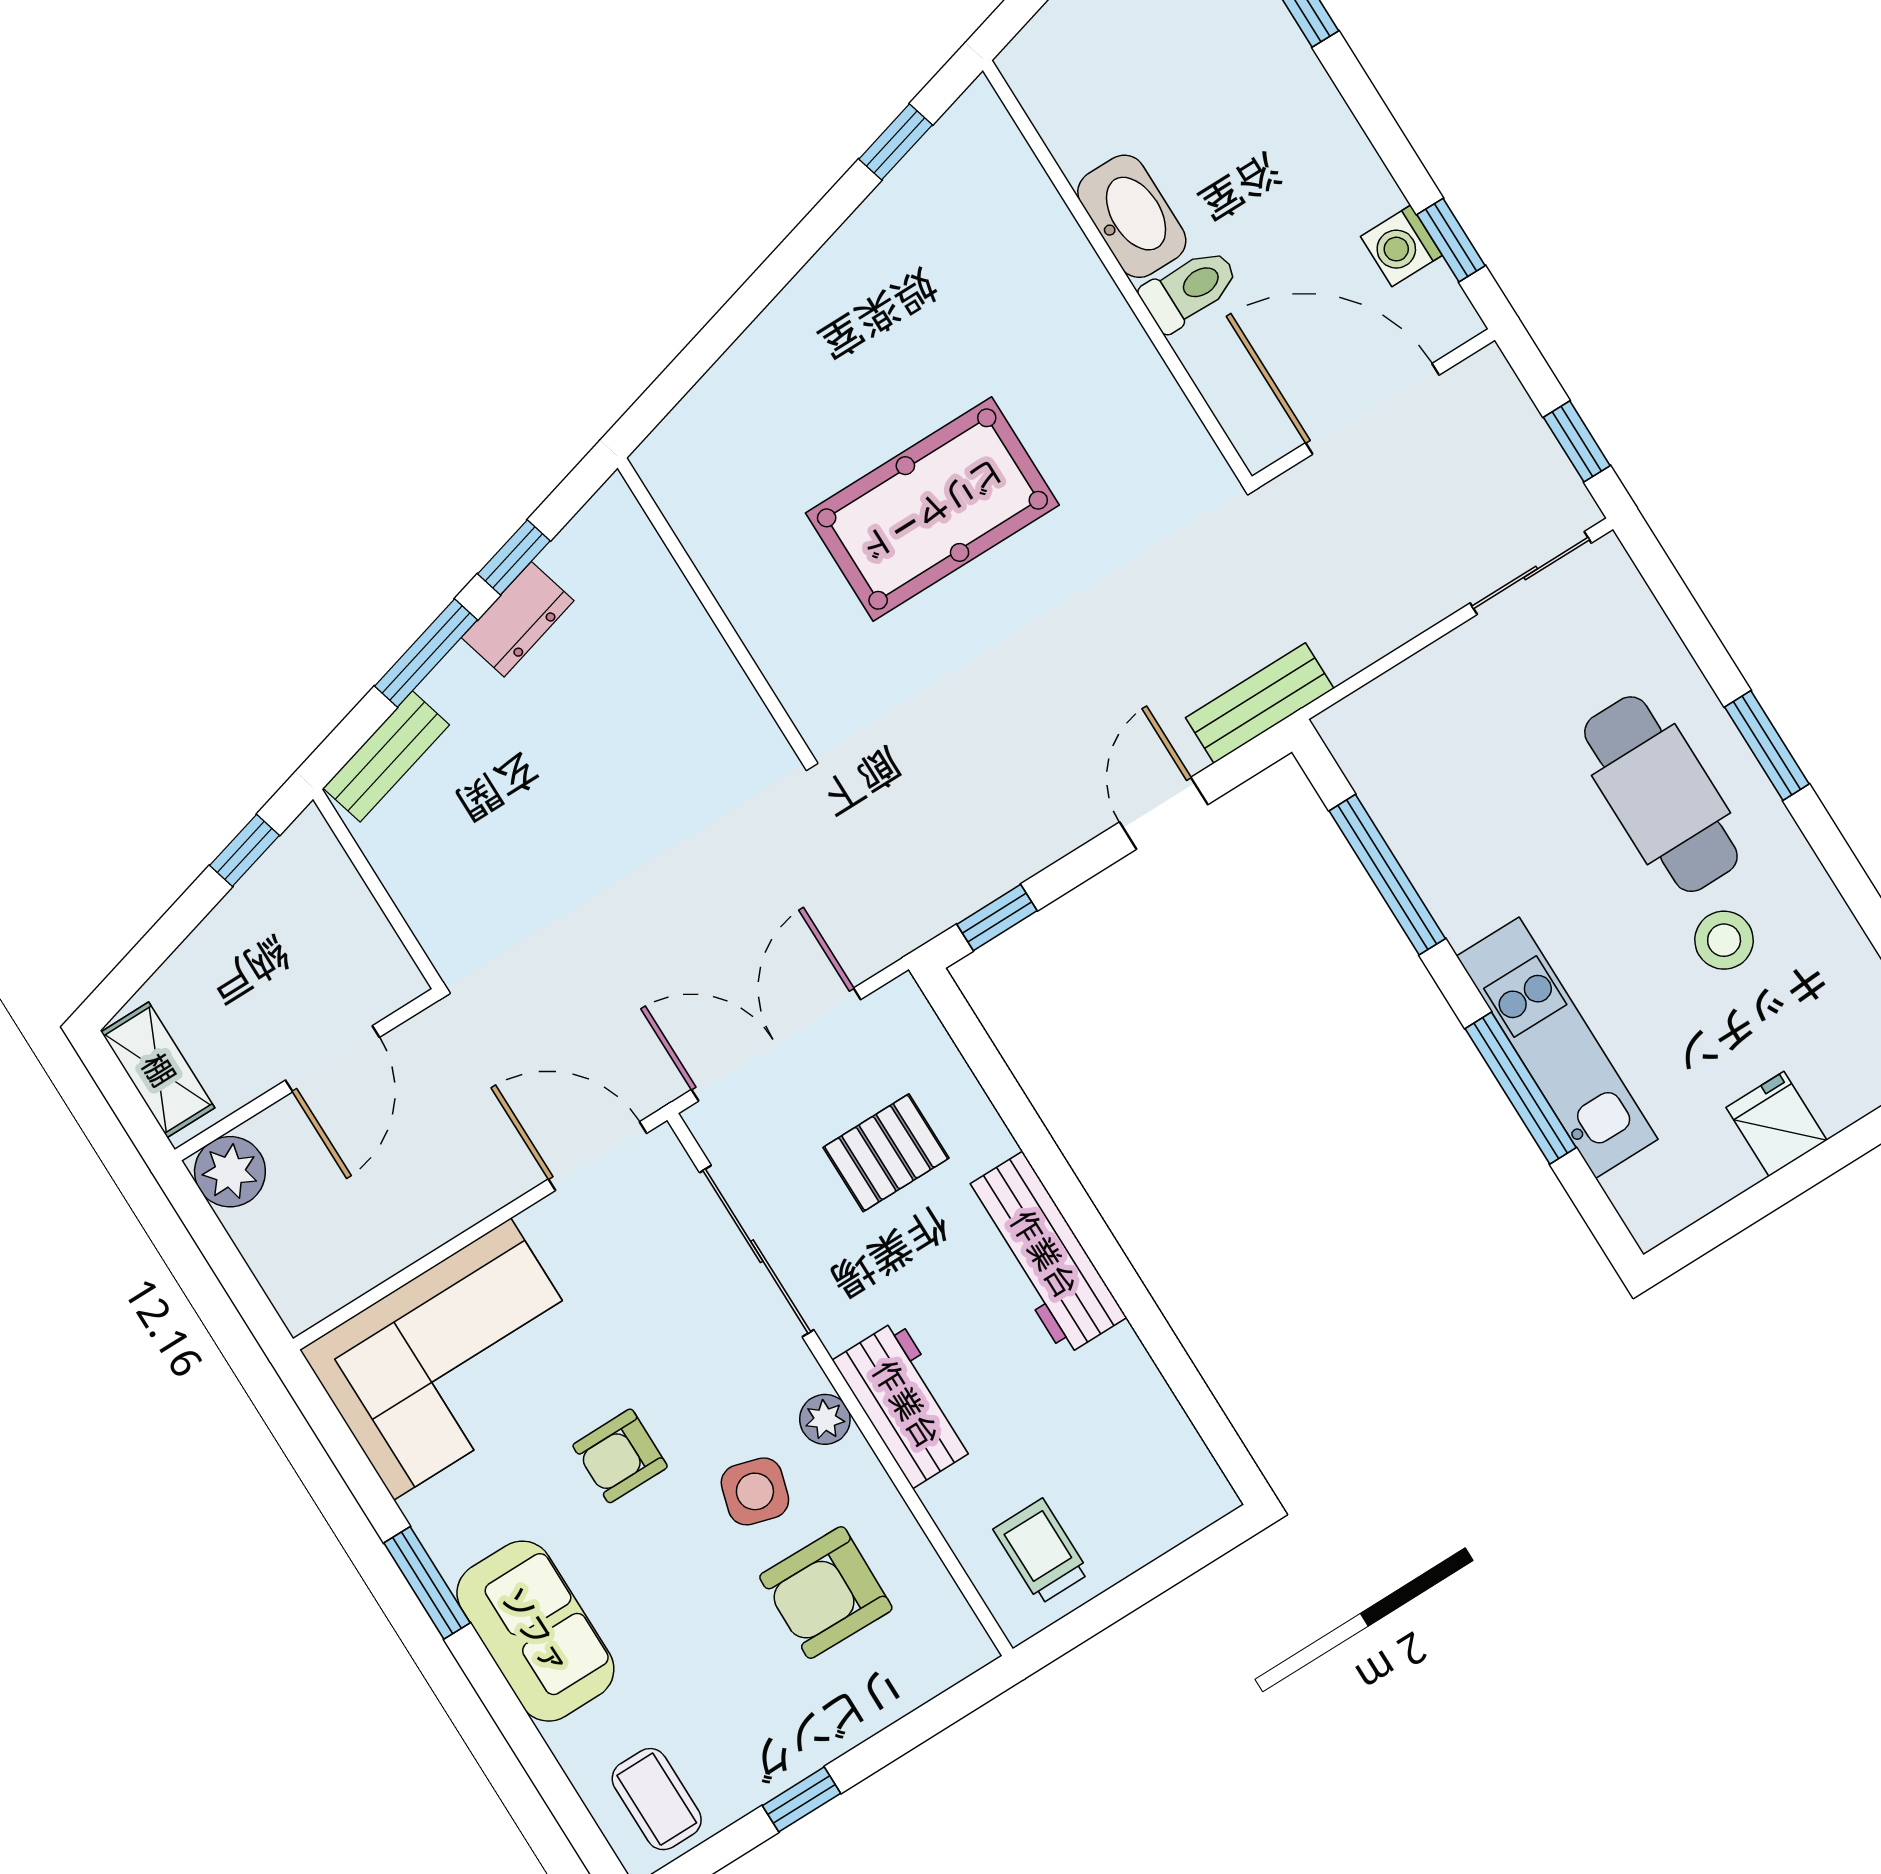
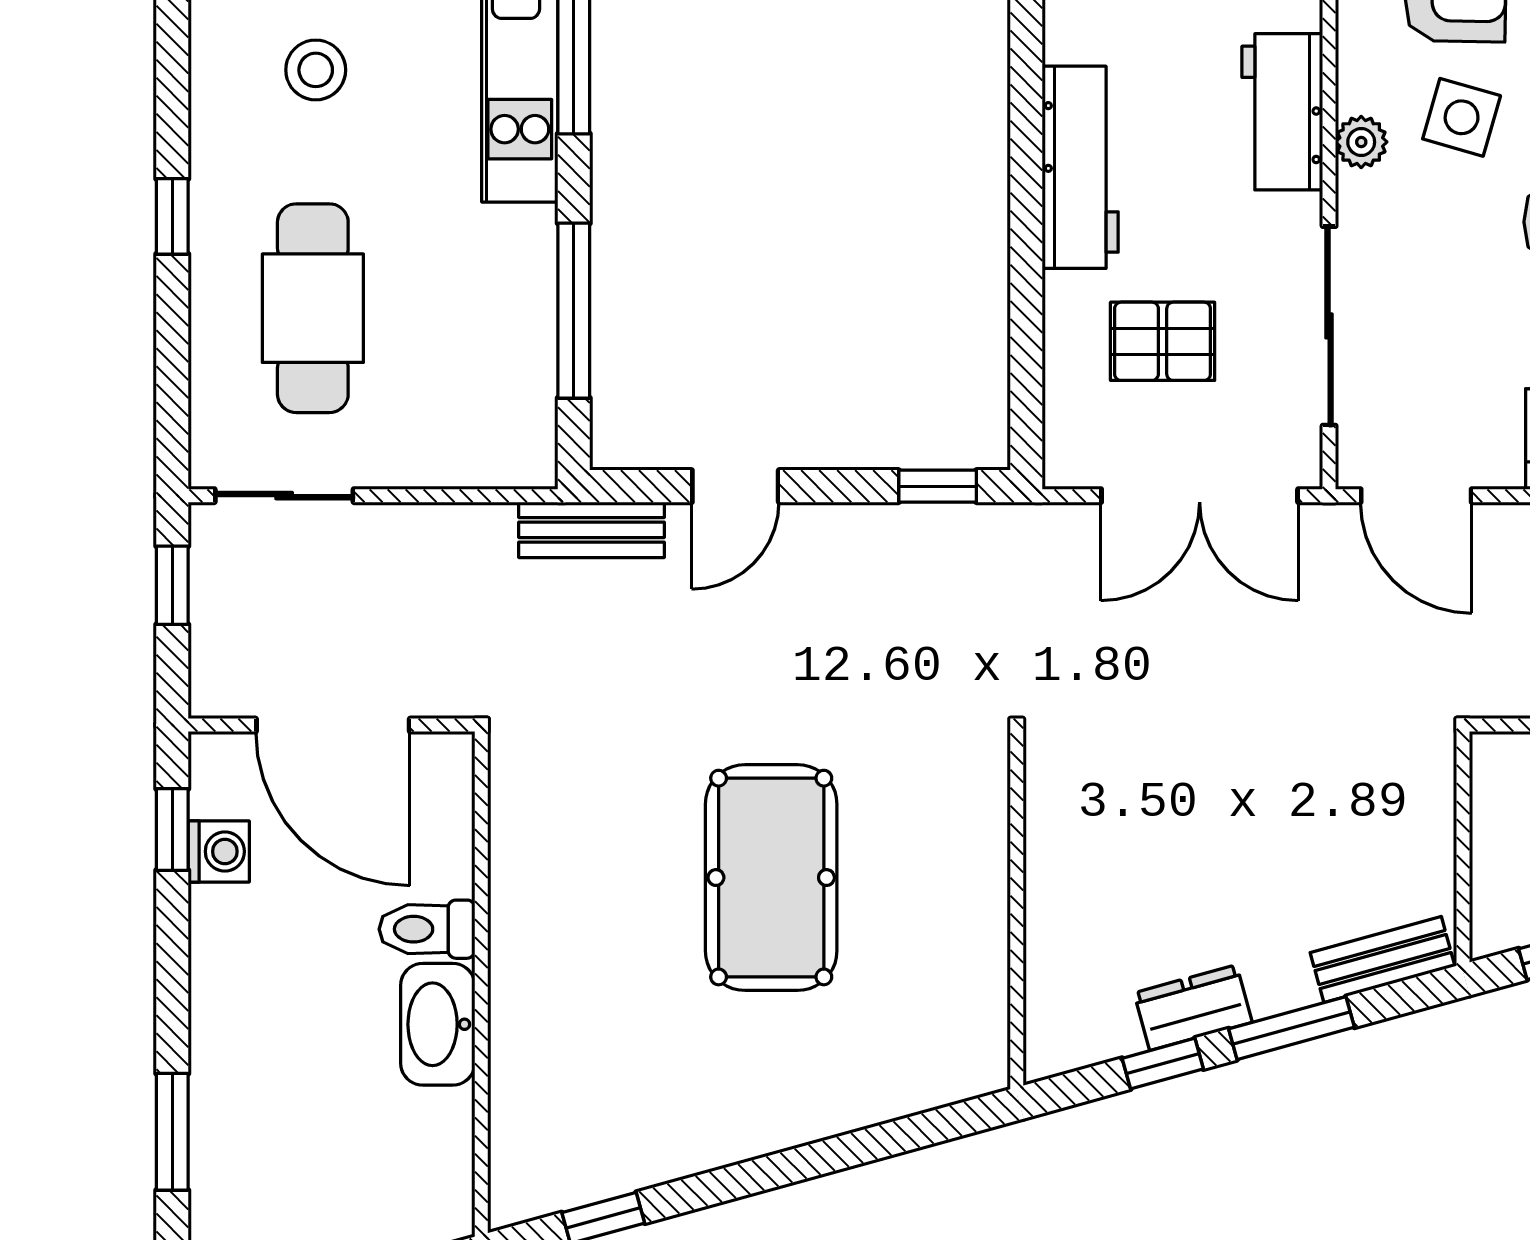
pool table: (932, 509) -> (771, 878), turned 90
window: (1767, 746) -> (172, 216), width x0.67
cafe table: (1661, 794) -> (313, 308), moved

